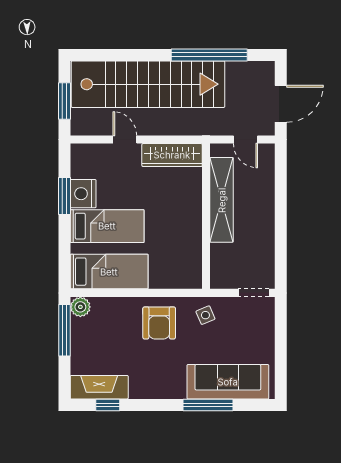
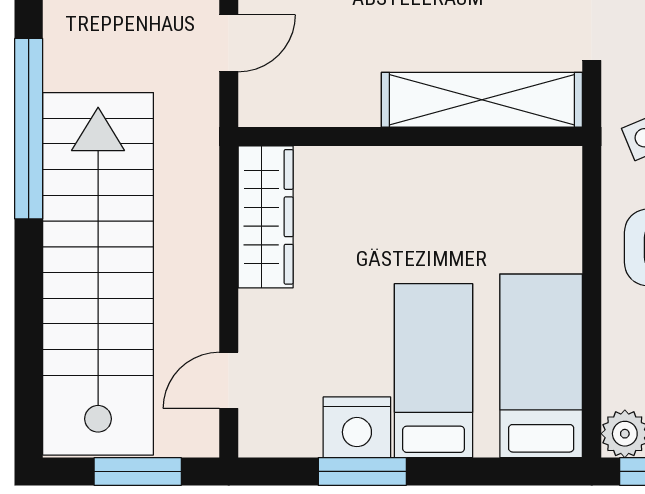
door: (125, 139) -> (229, 380), moved
shelving: (222, 200) -> (482, 100), moved

